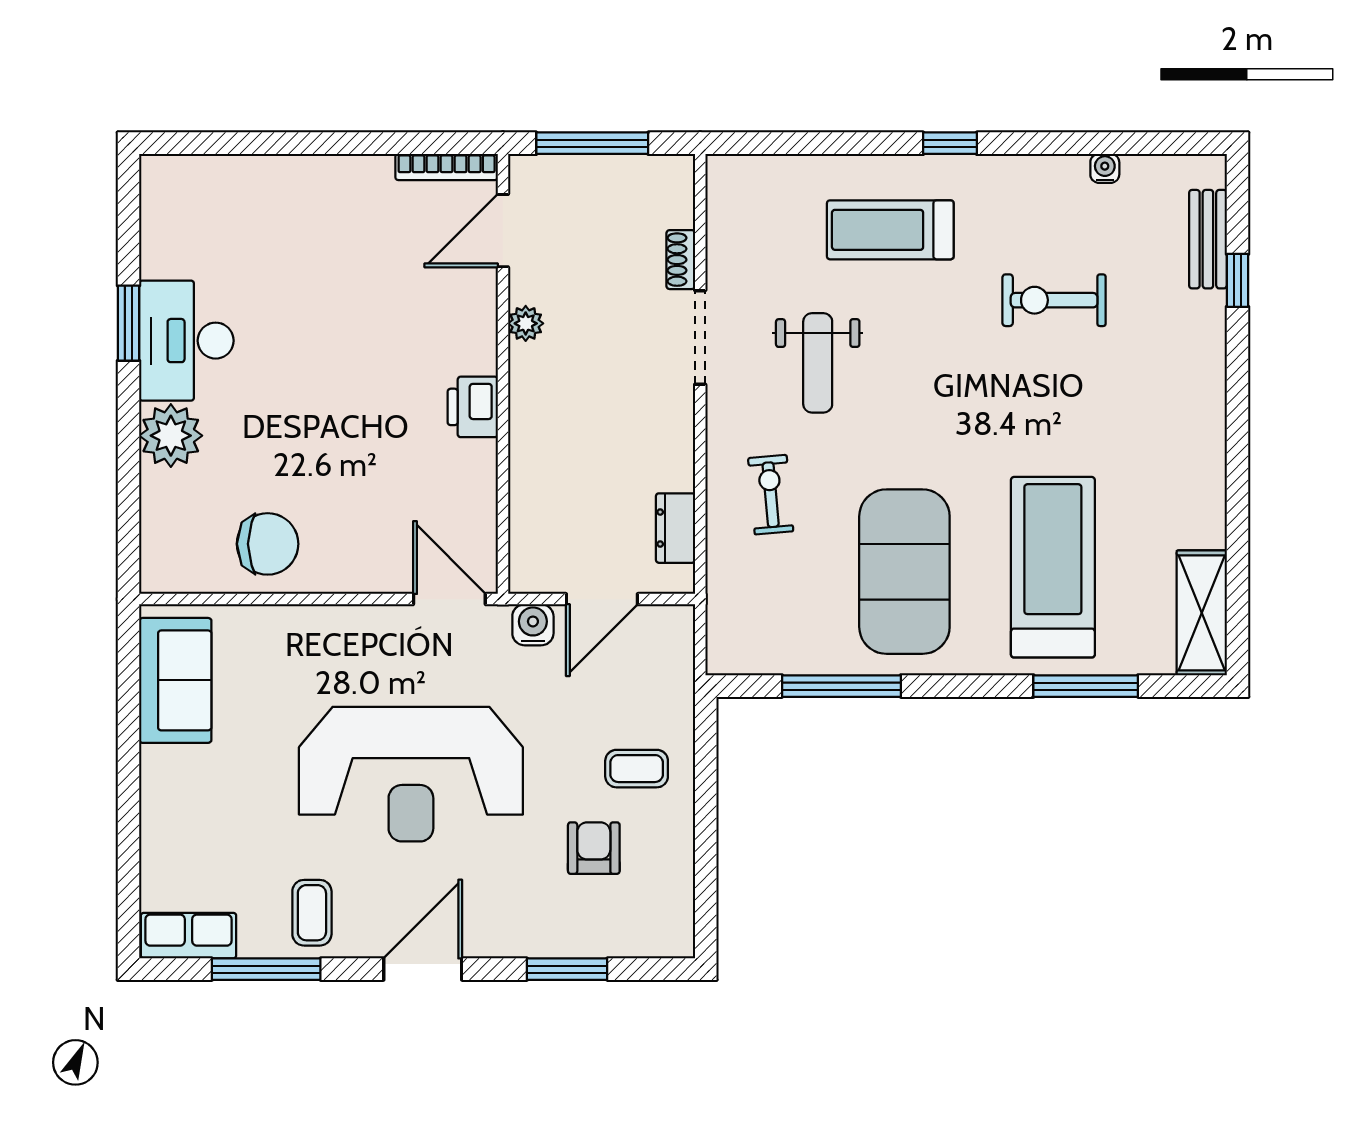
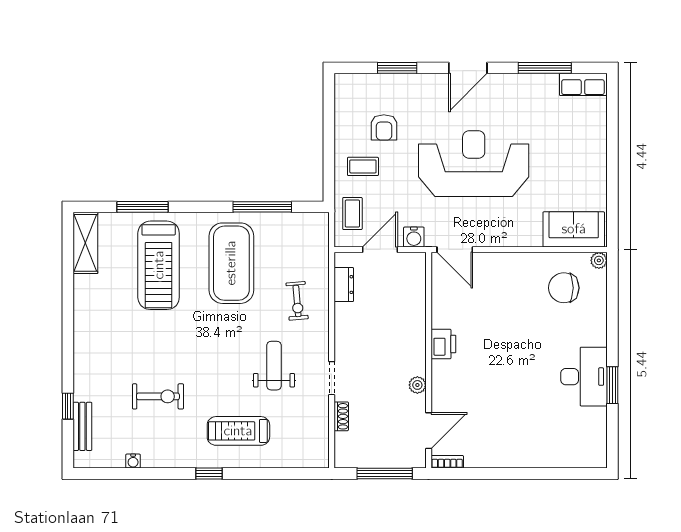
bookcase: (447, 167) -> (447, 462), width x0.64
treadmill: (890, 230) -> (238, 431), turned 180
doorway: (700, 337) -> (332, 378), width x0.73
plant: (171, 436) -> (599, 260), moved, width x0.53, depth x0.53
chair: (268, 544) -> (564, 288), moved
sofa: (175, 680) -> (574, 229), moved, turned 90
coffee table: (312, 913) -> (352, 214), moved

